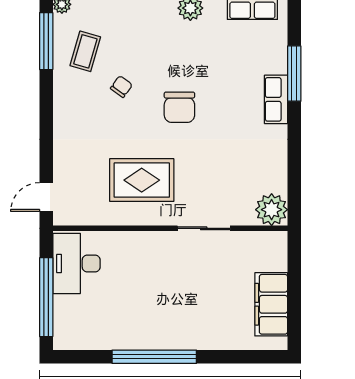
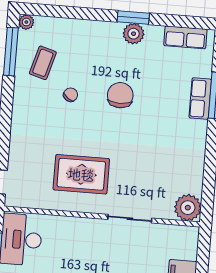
row of seats: (276, 99) -> (200, 99), moved
chair: (179, 107) -> (120, 95), moved, turned 180

